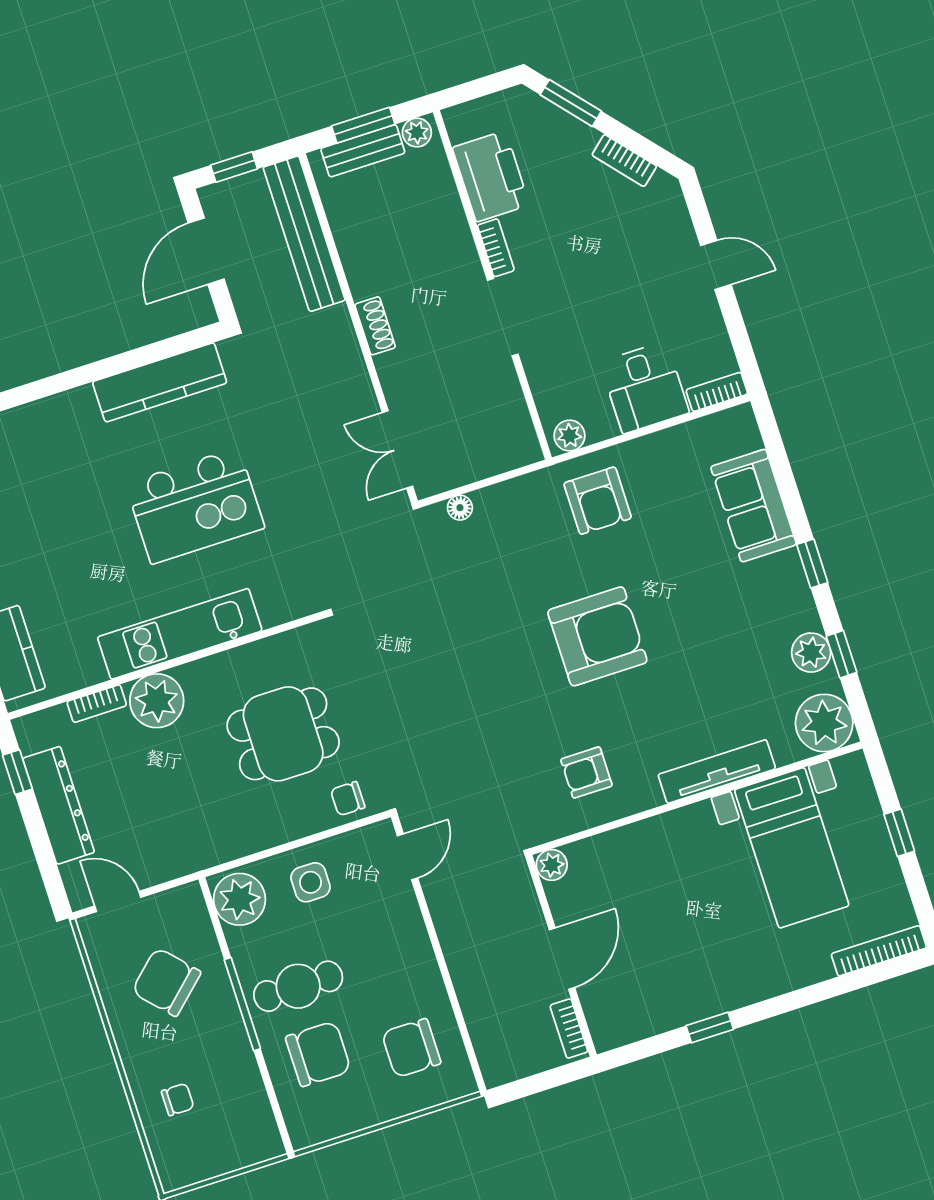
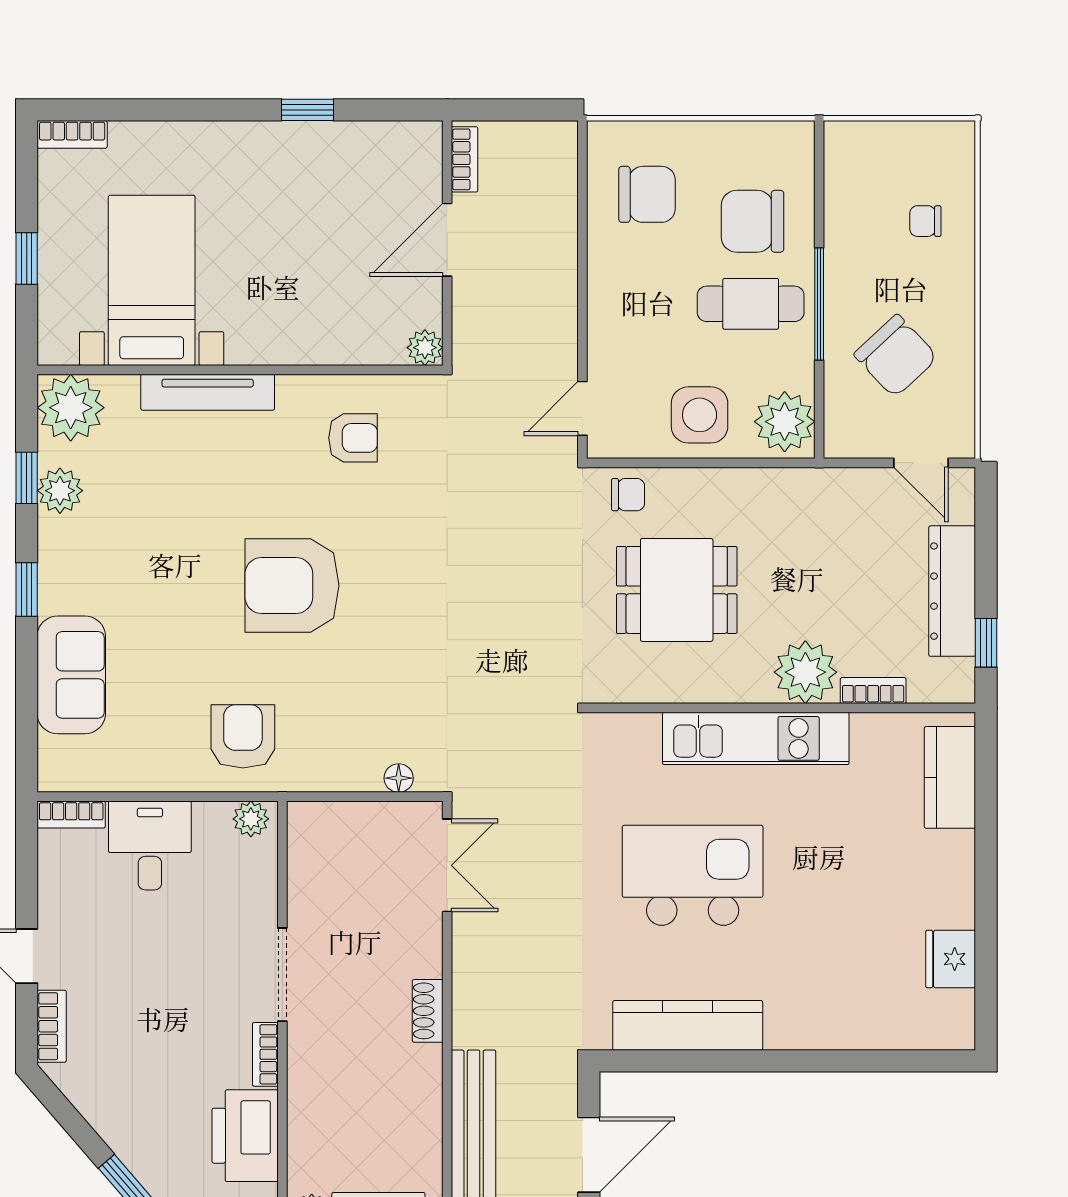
bookcase: (624, 161) -> (52, 1026), moved, turned 41
side table: (310, 882) -> (700, 415), width x1.37, depth x1.37
bookcase: (879, 951) -> (72, 134), width x0.64

